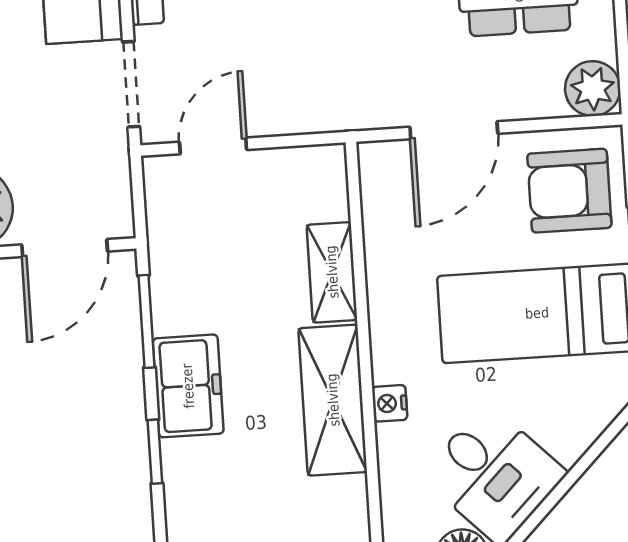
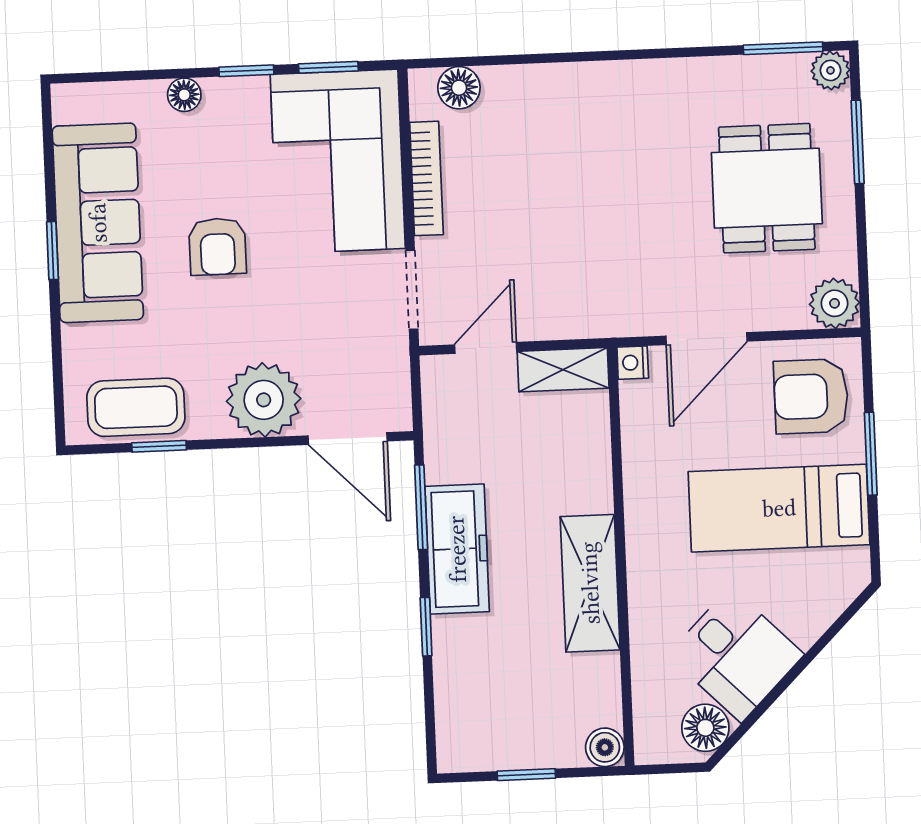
door: (65, 248) -> (348, 438), hinge flipped
shelving: (332, 272) -> (563, 370), moved, turned 90
freezer: (188, 386) -> (457, 549), width x1.40
nightstand: (390, 403) -> (633, 363), moved

